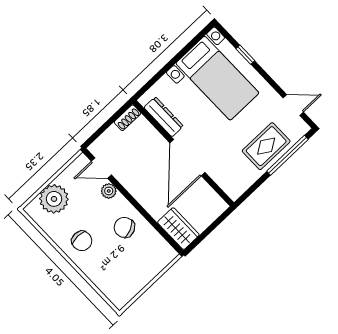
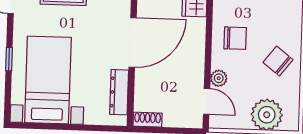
window: (245, 55) -> (9, 59), moved
chair: (124, 227) -> (235, 38), turned -65
chair: (82, 241) -> (278, 61), turned -52

